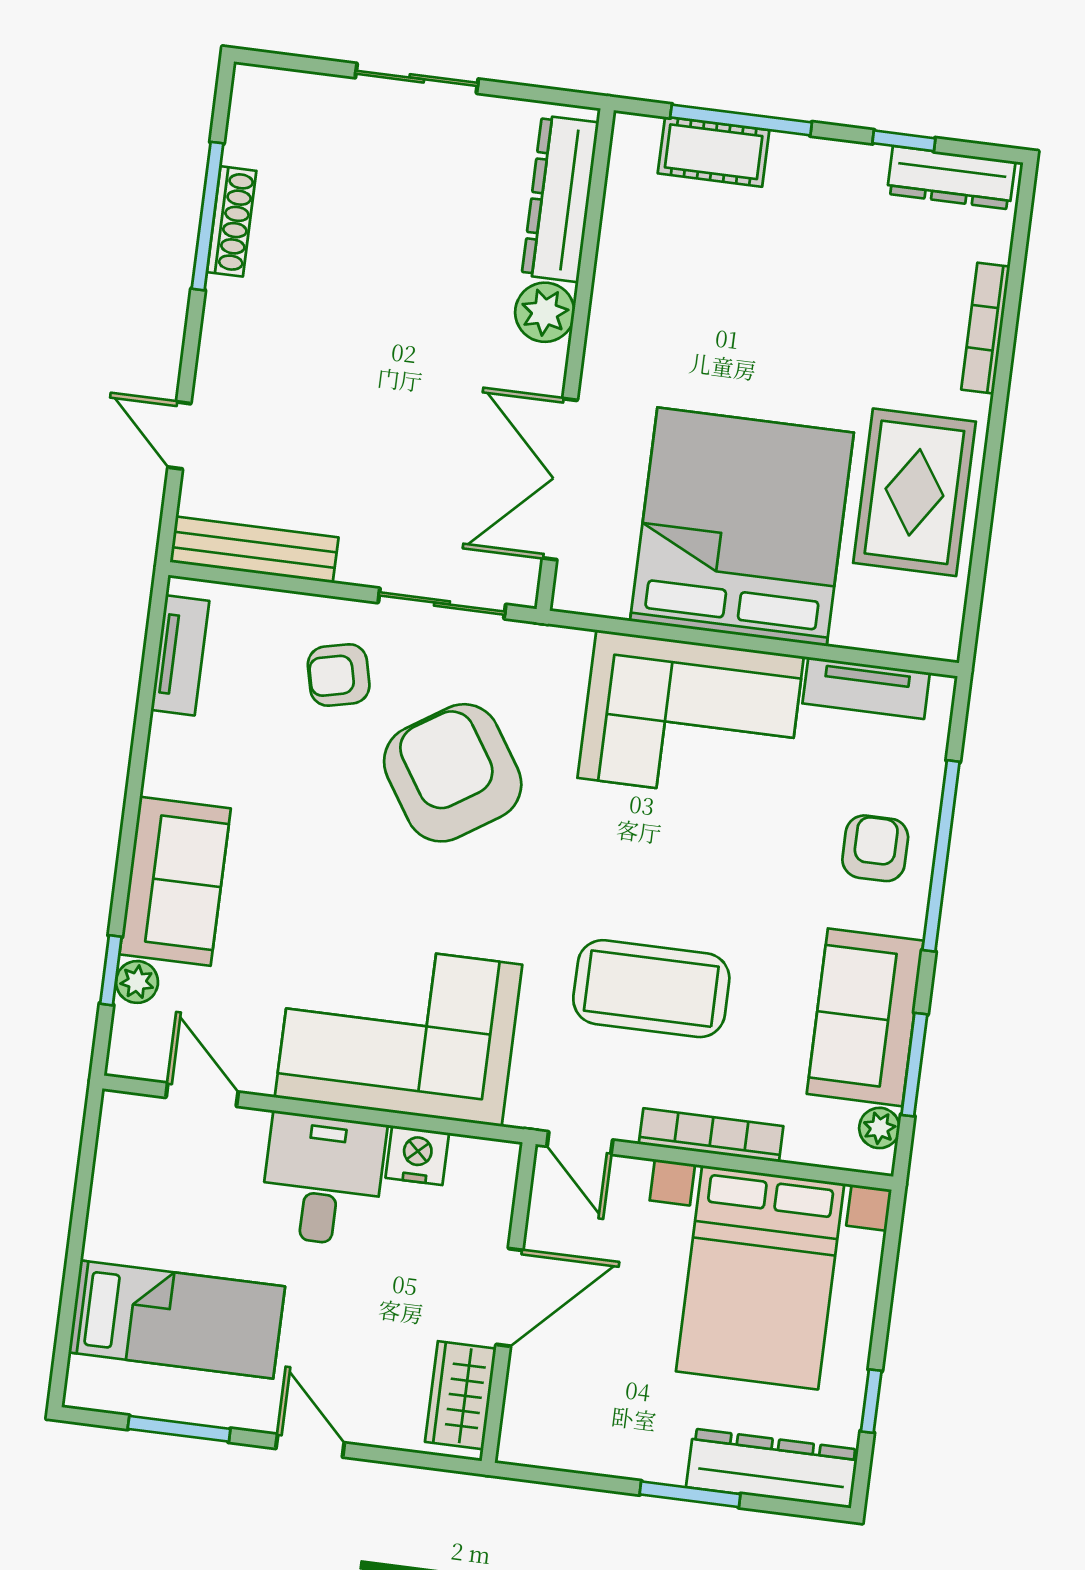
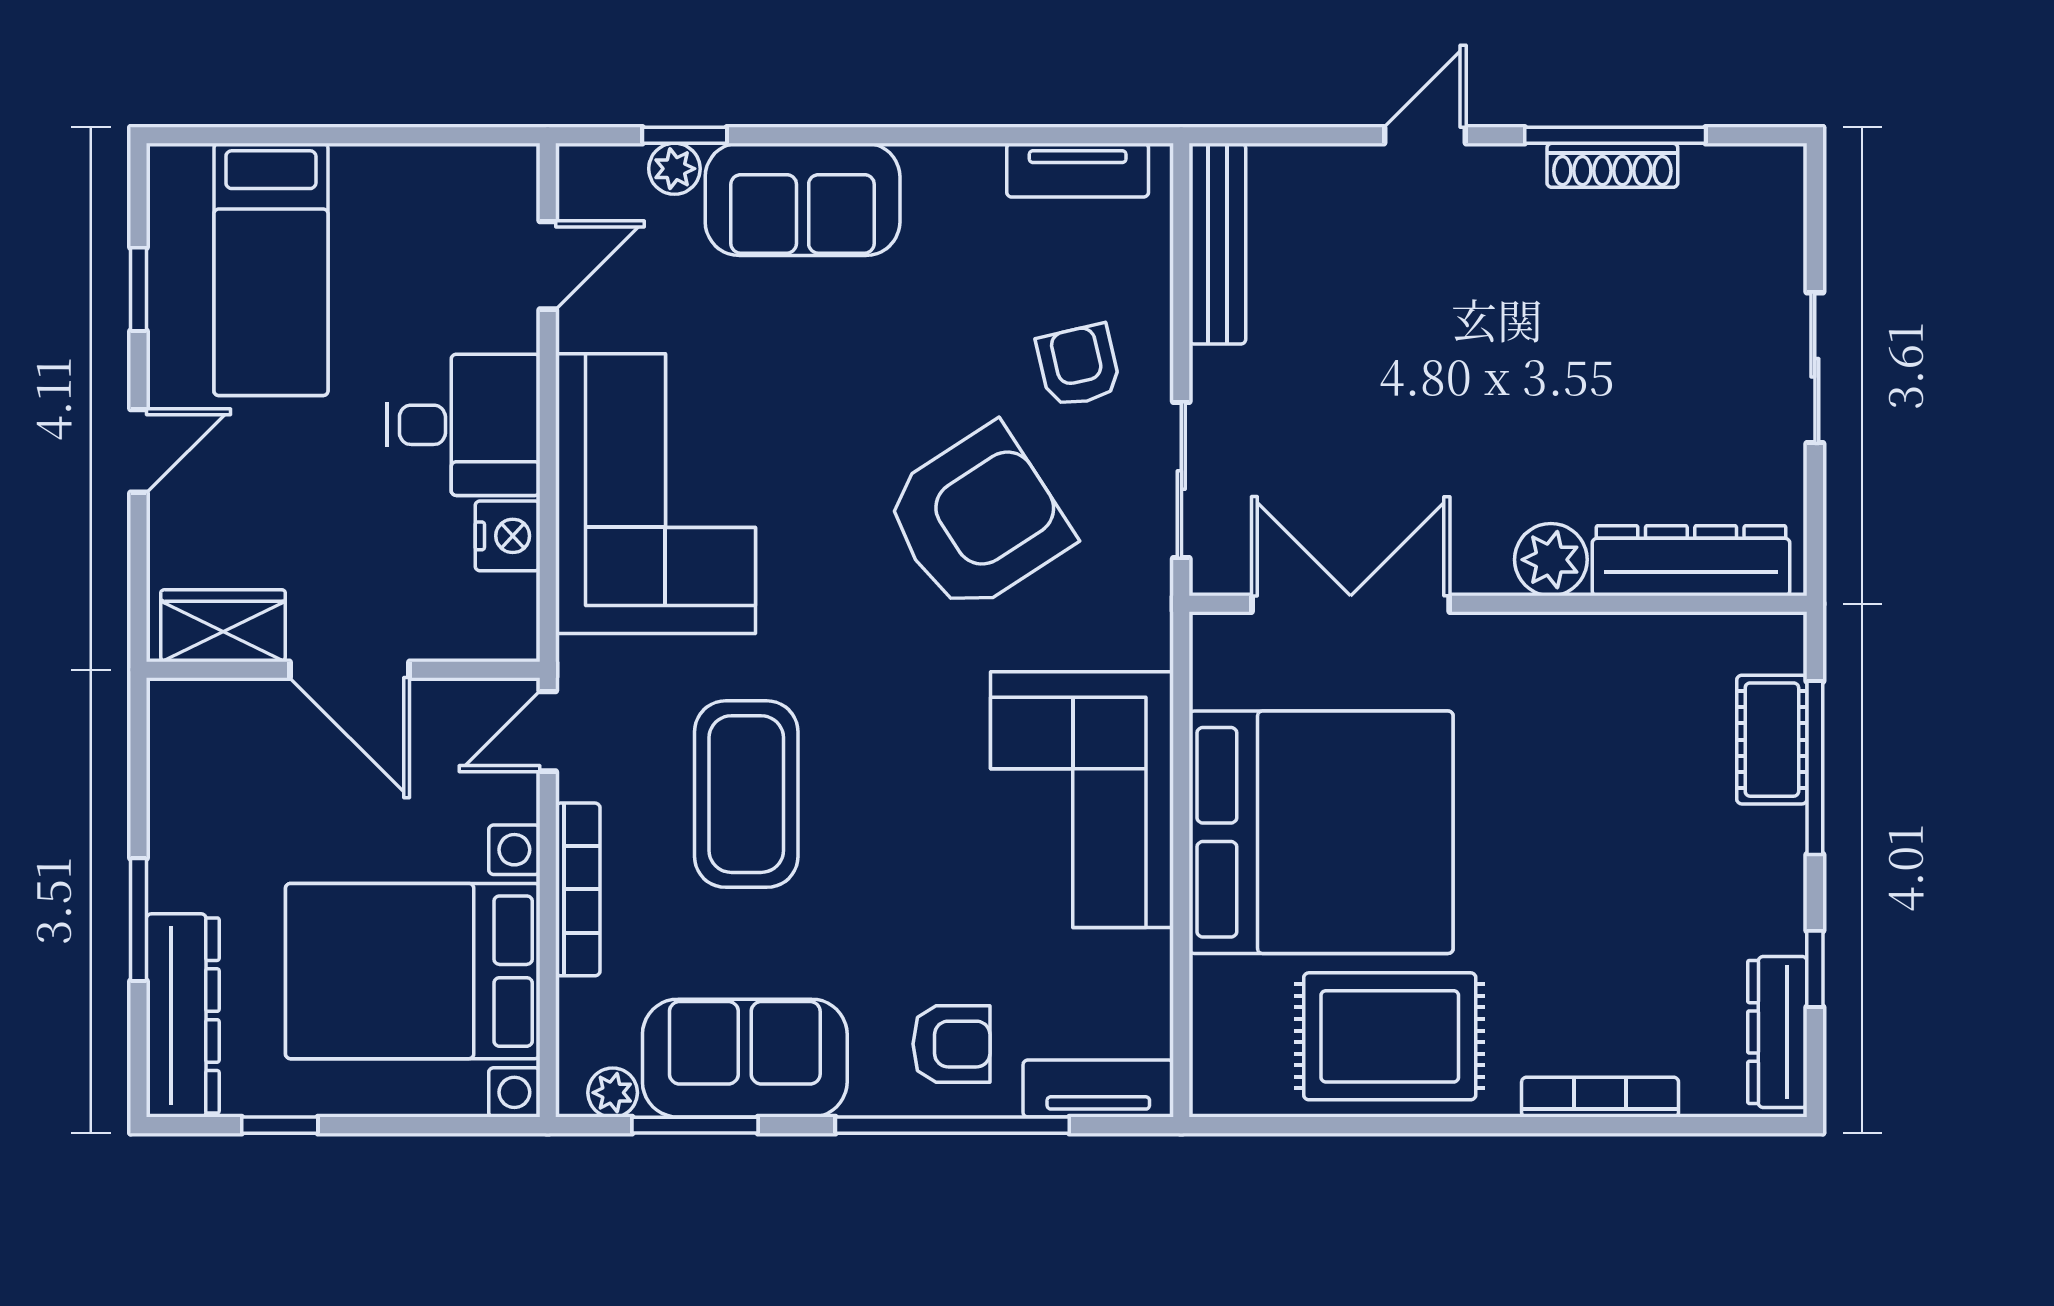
door: (179, 435) -> (1425, 135), moved
tv unit: (866, 688) -> (1098, 1089), moved, turned 90
window: (179, 1429) -> (139, 289), width x0.67

